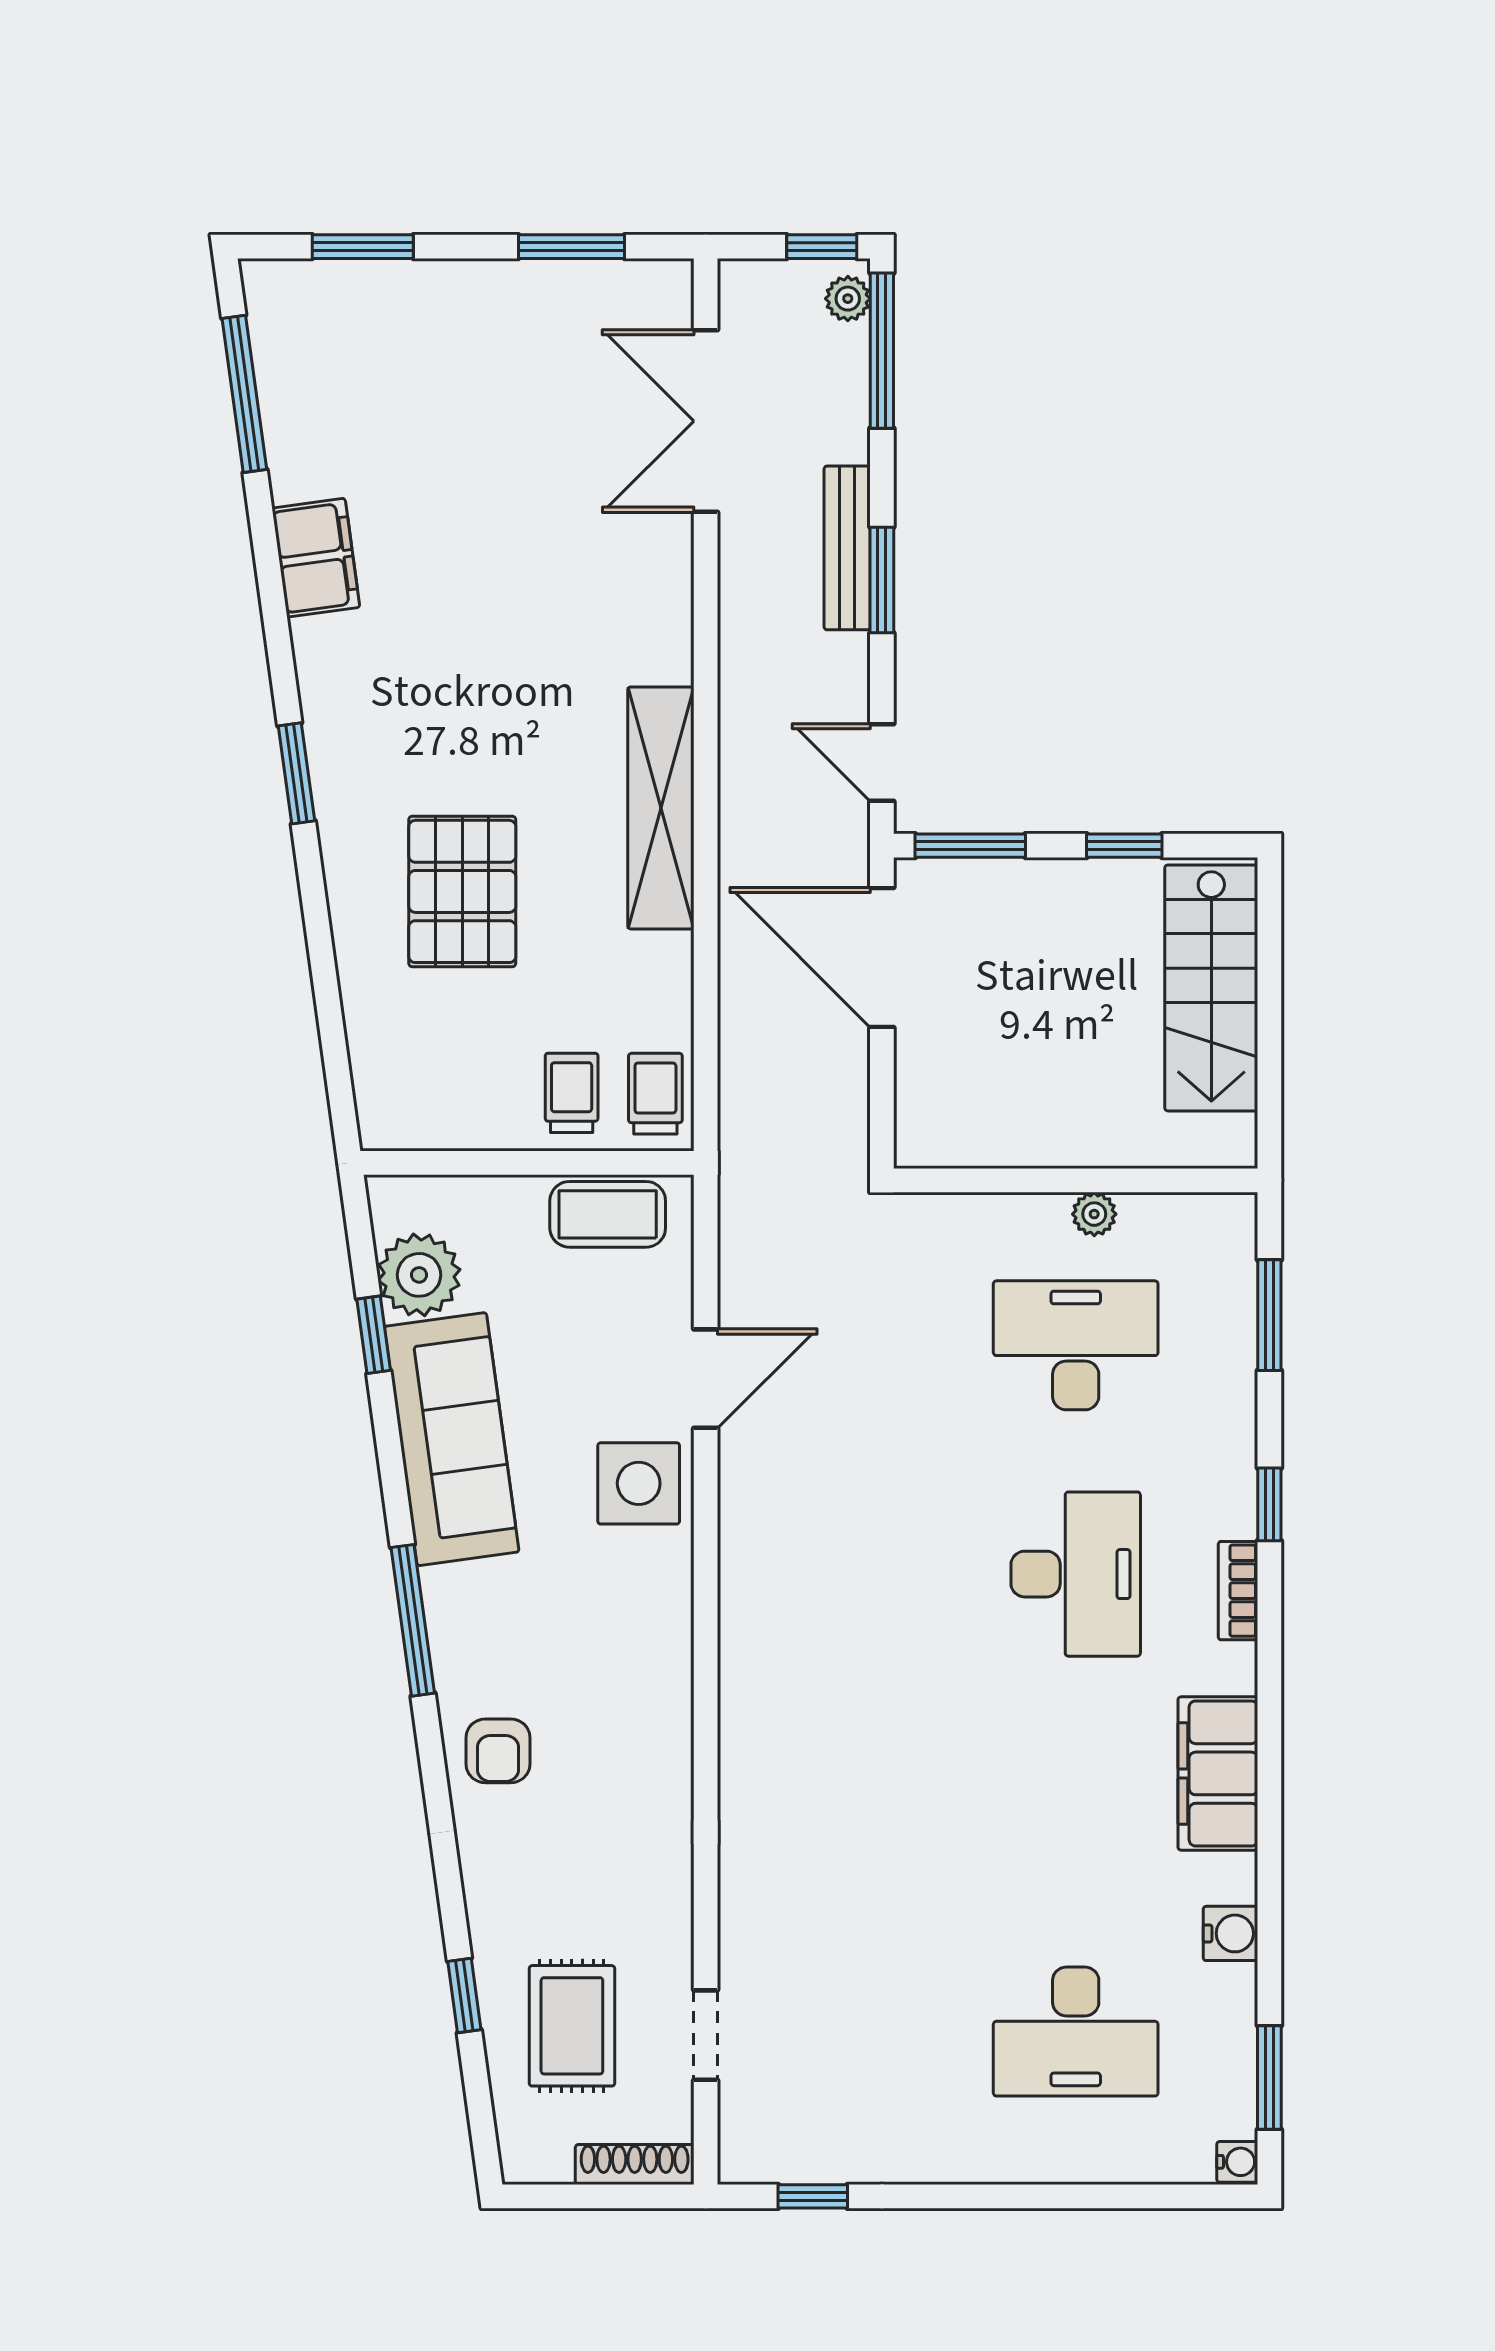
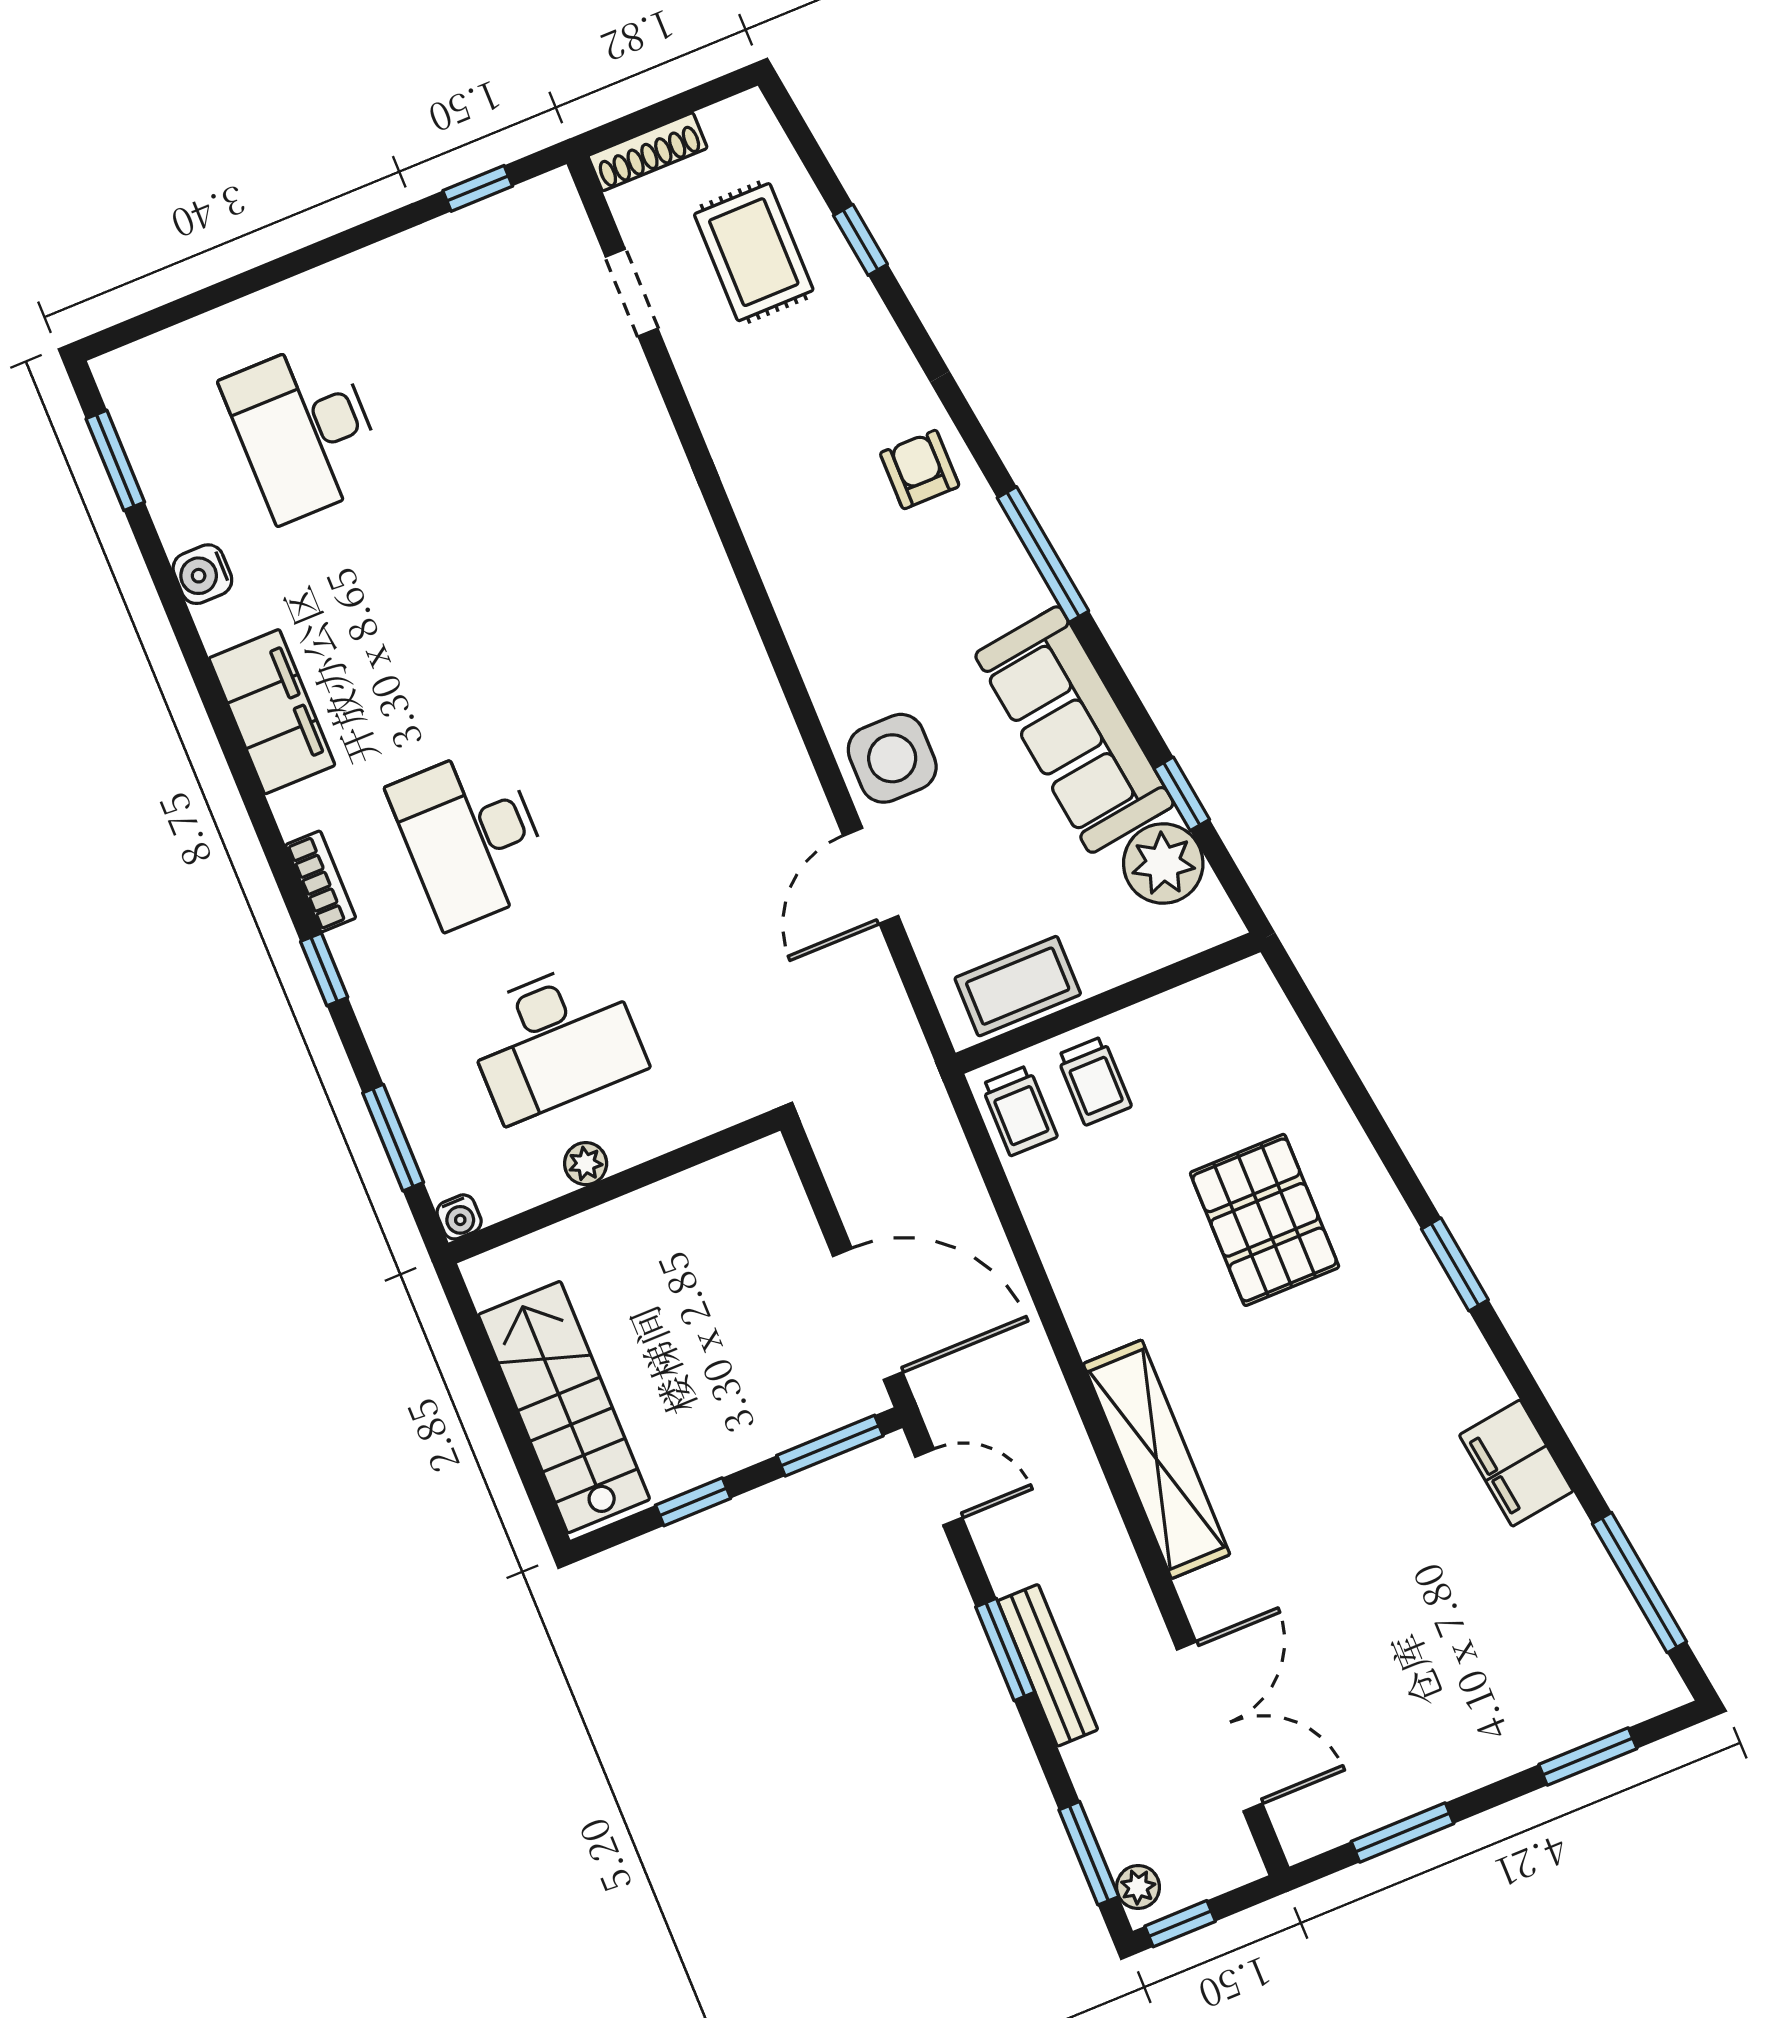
window: (882, 351) -> (1089, 1853), width x0.69
shelving: (661, 808) -> (1157, 1459), moved
desk: (1076, 2032) -> (304, 431), turned -90
water cooler: (1237, 2162) -> (459, 1217), moved, turned -90

